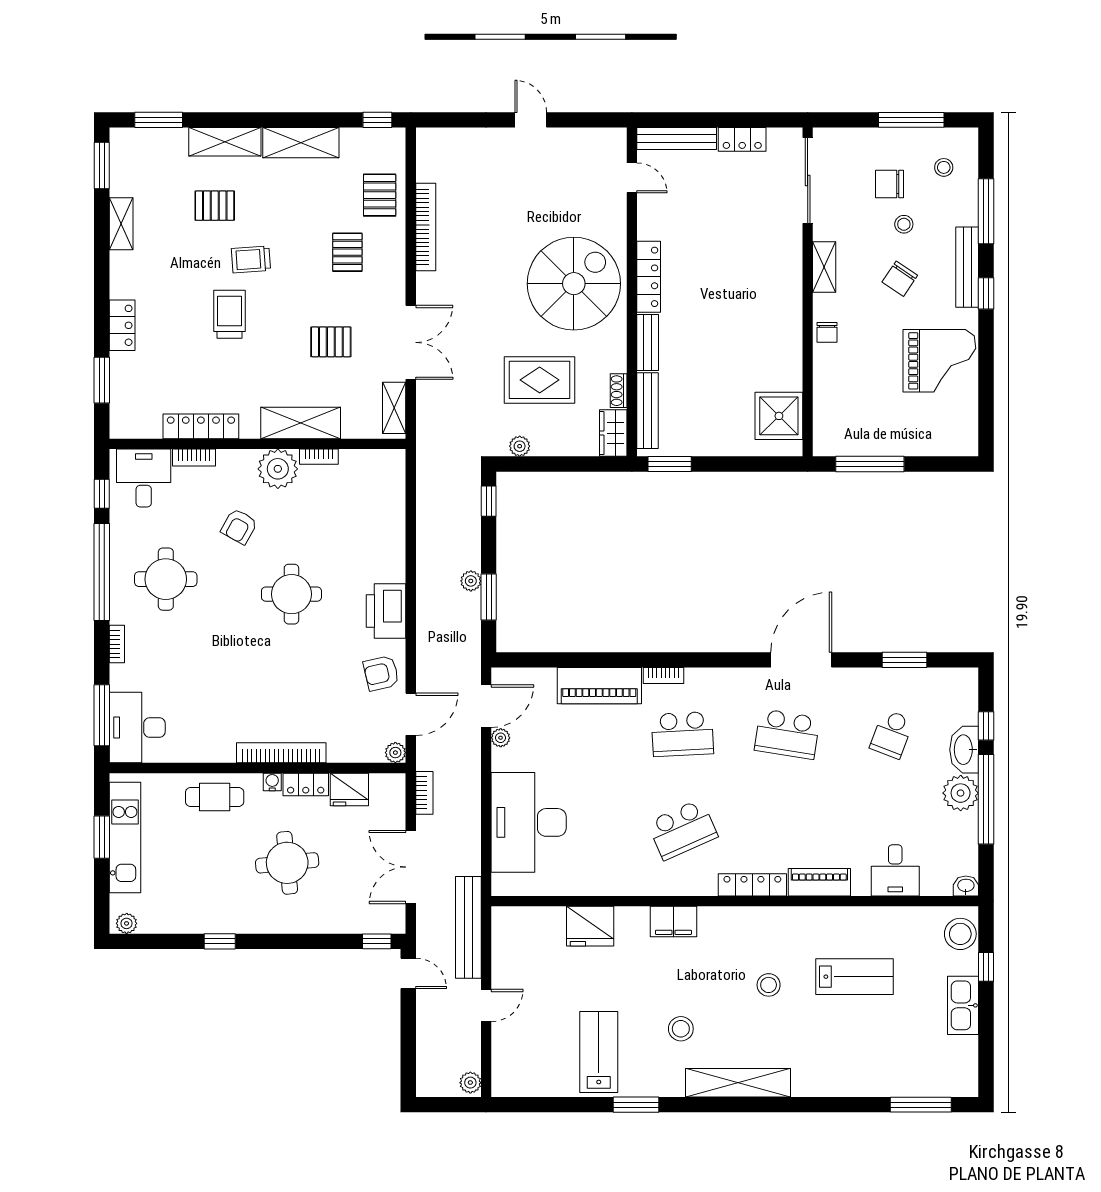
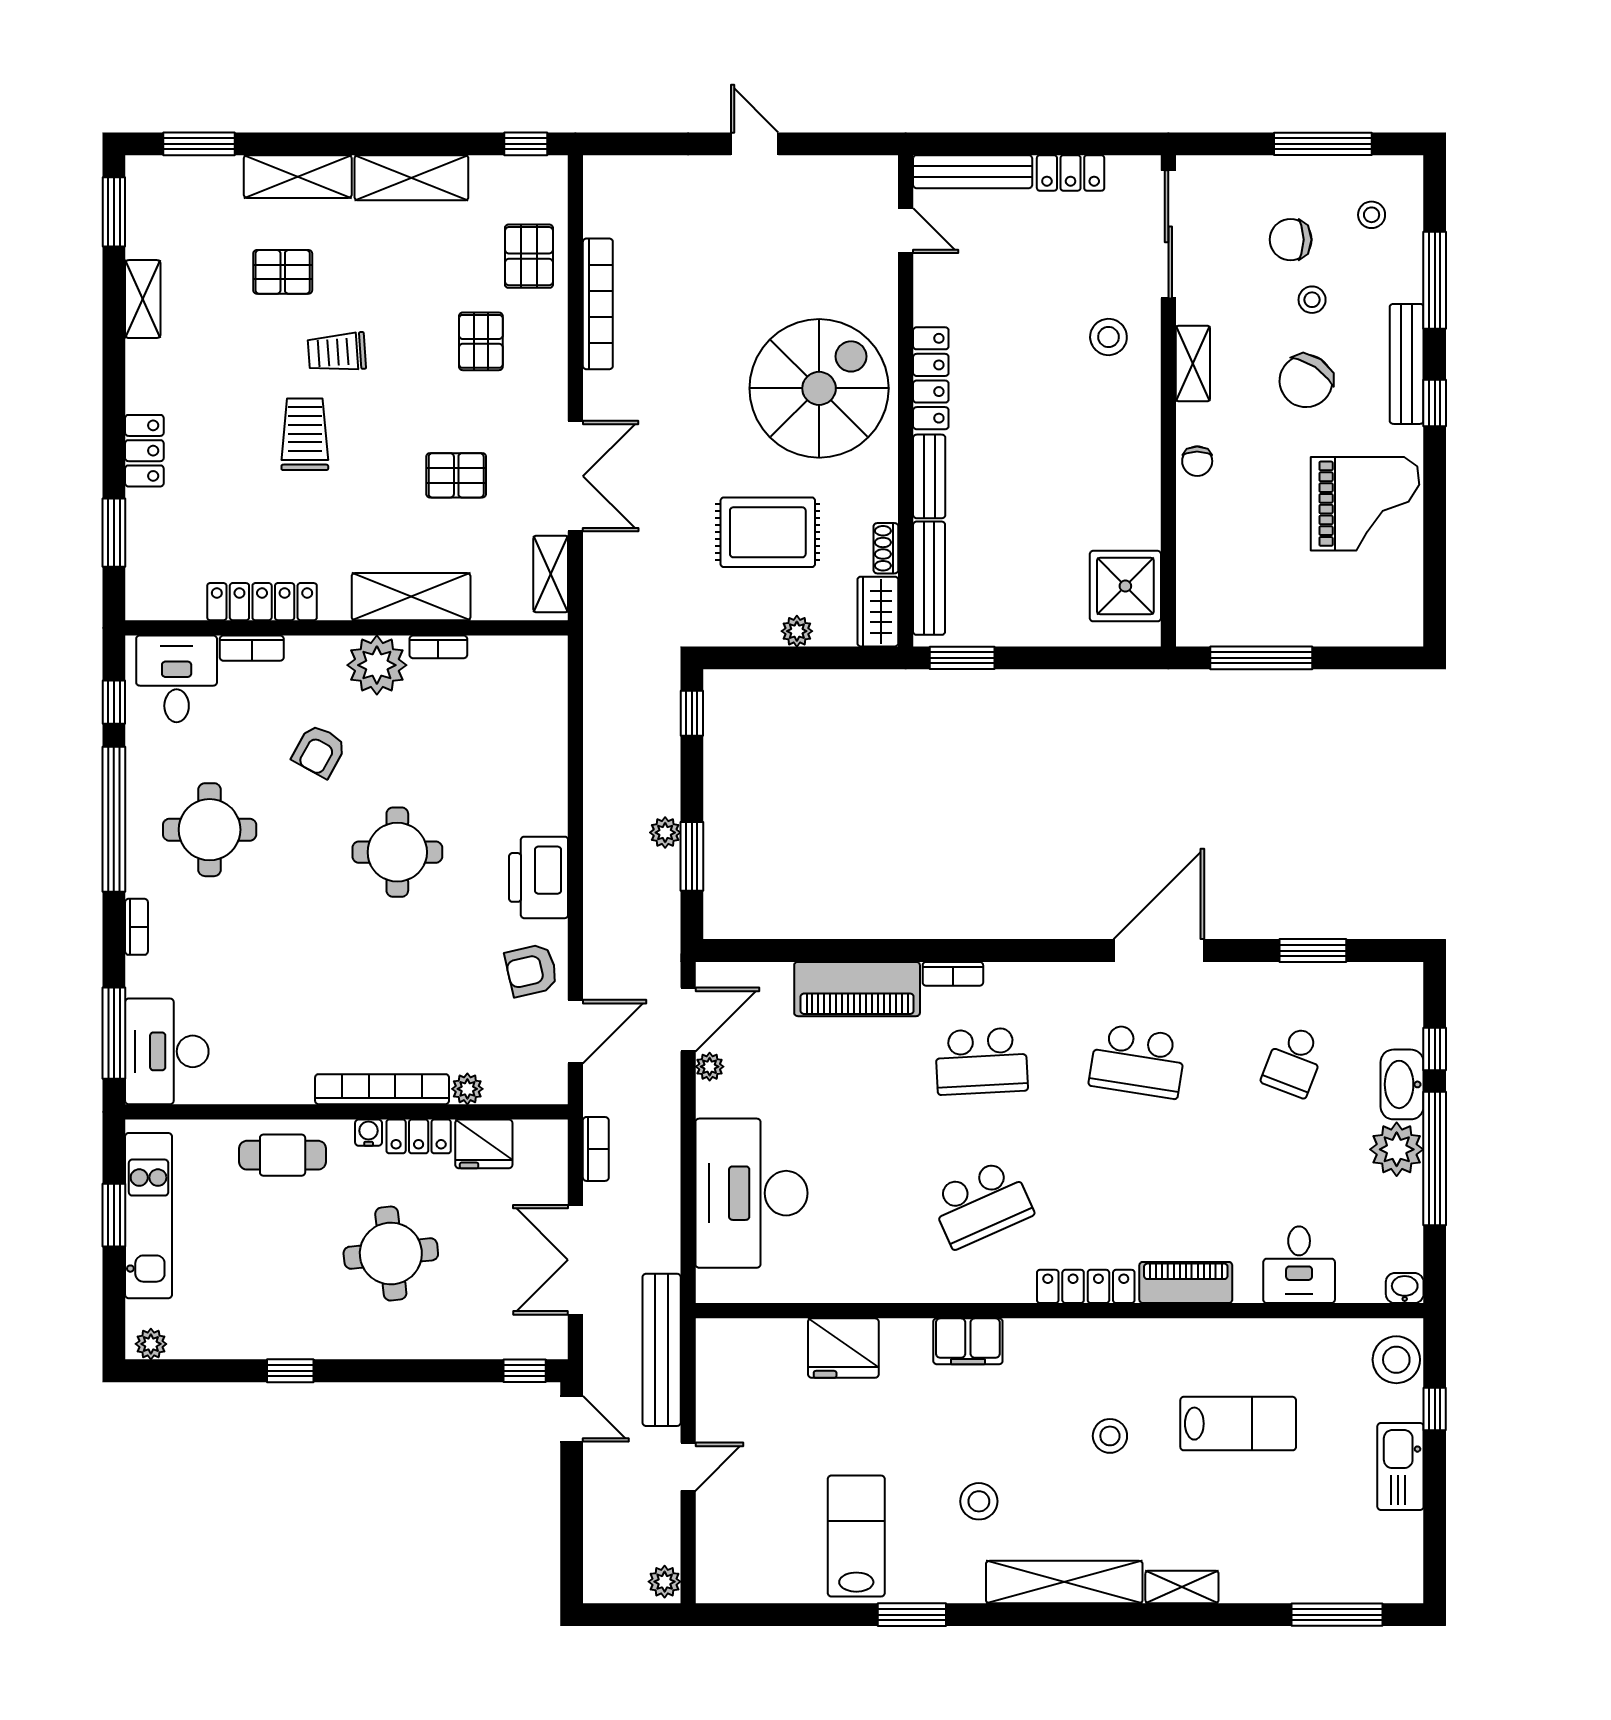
stool: (768, 249) -> (1108, 337), added
chair: (900, 279) -> (1306, 381), width x1.37, depth x1.37
plant: (520, 446) -> (797, 631), moved
plant: (395, 753) -> (467, 1089), moved
shelving: (817, 1086) -> (1182, 1587), added

